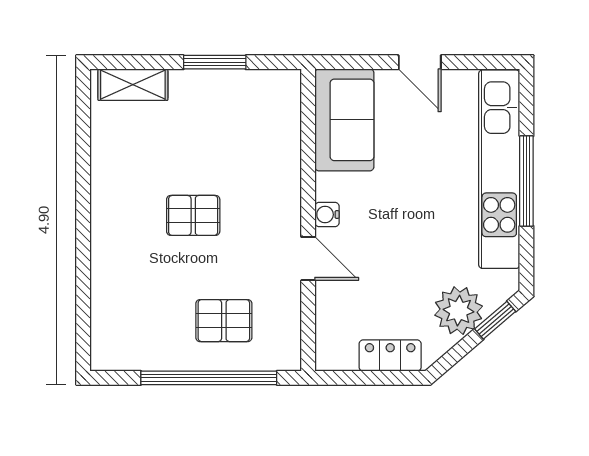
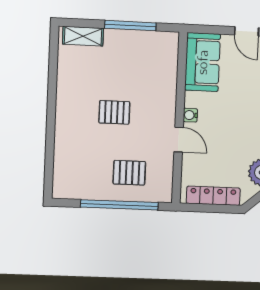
window: (215, 62) -> (130, 26), width x1.44
locker: (390, 356) -> (213, 196), width x1.53

